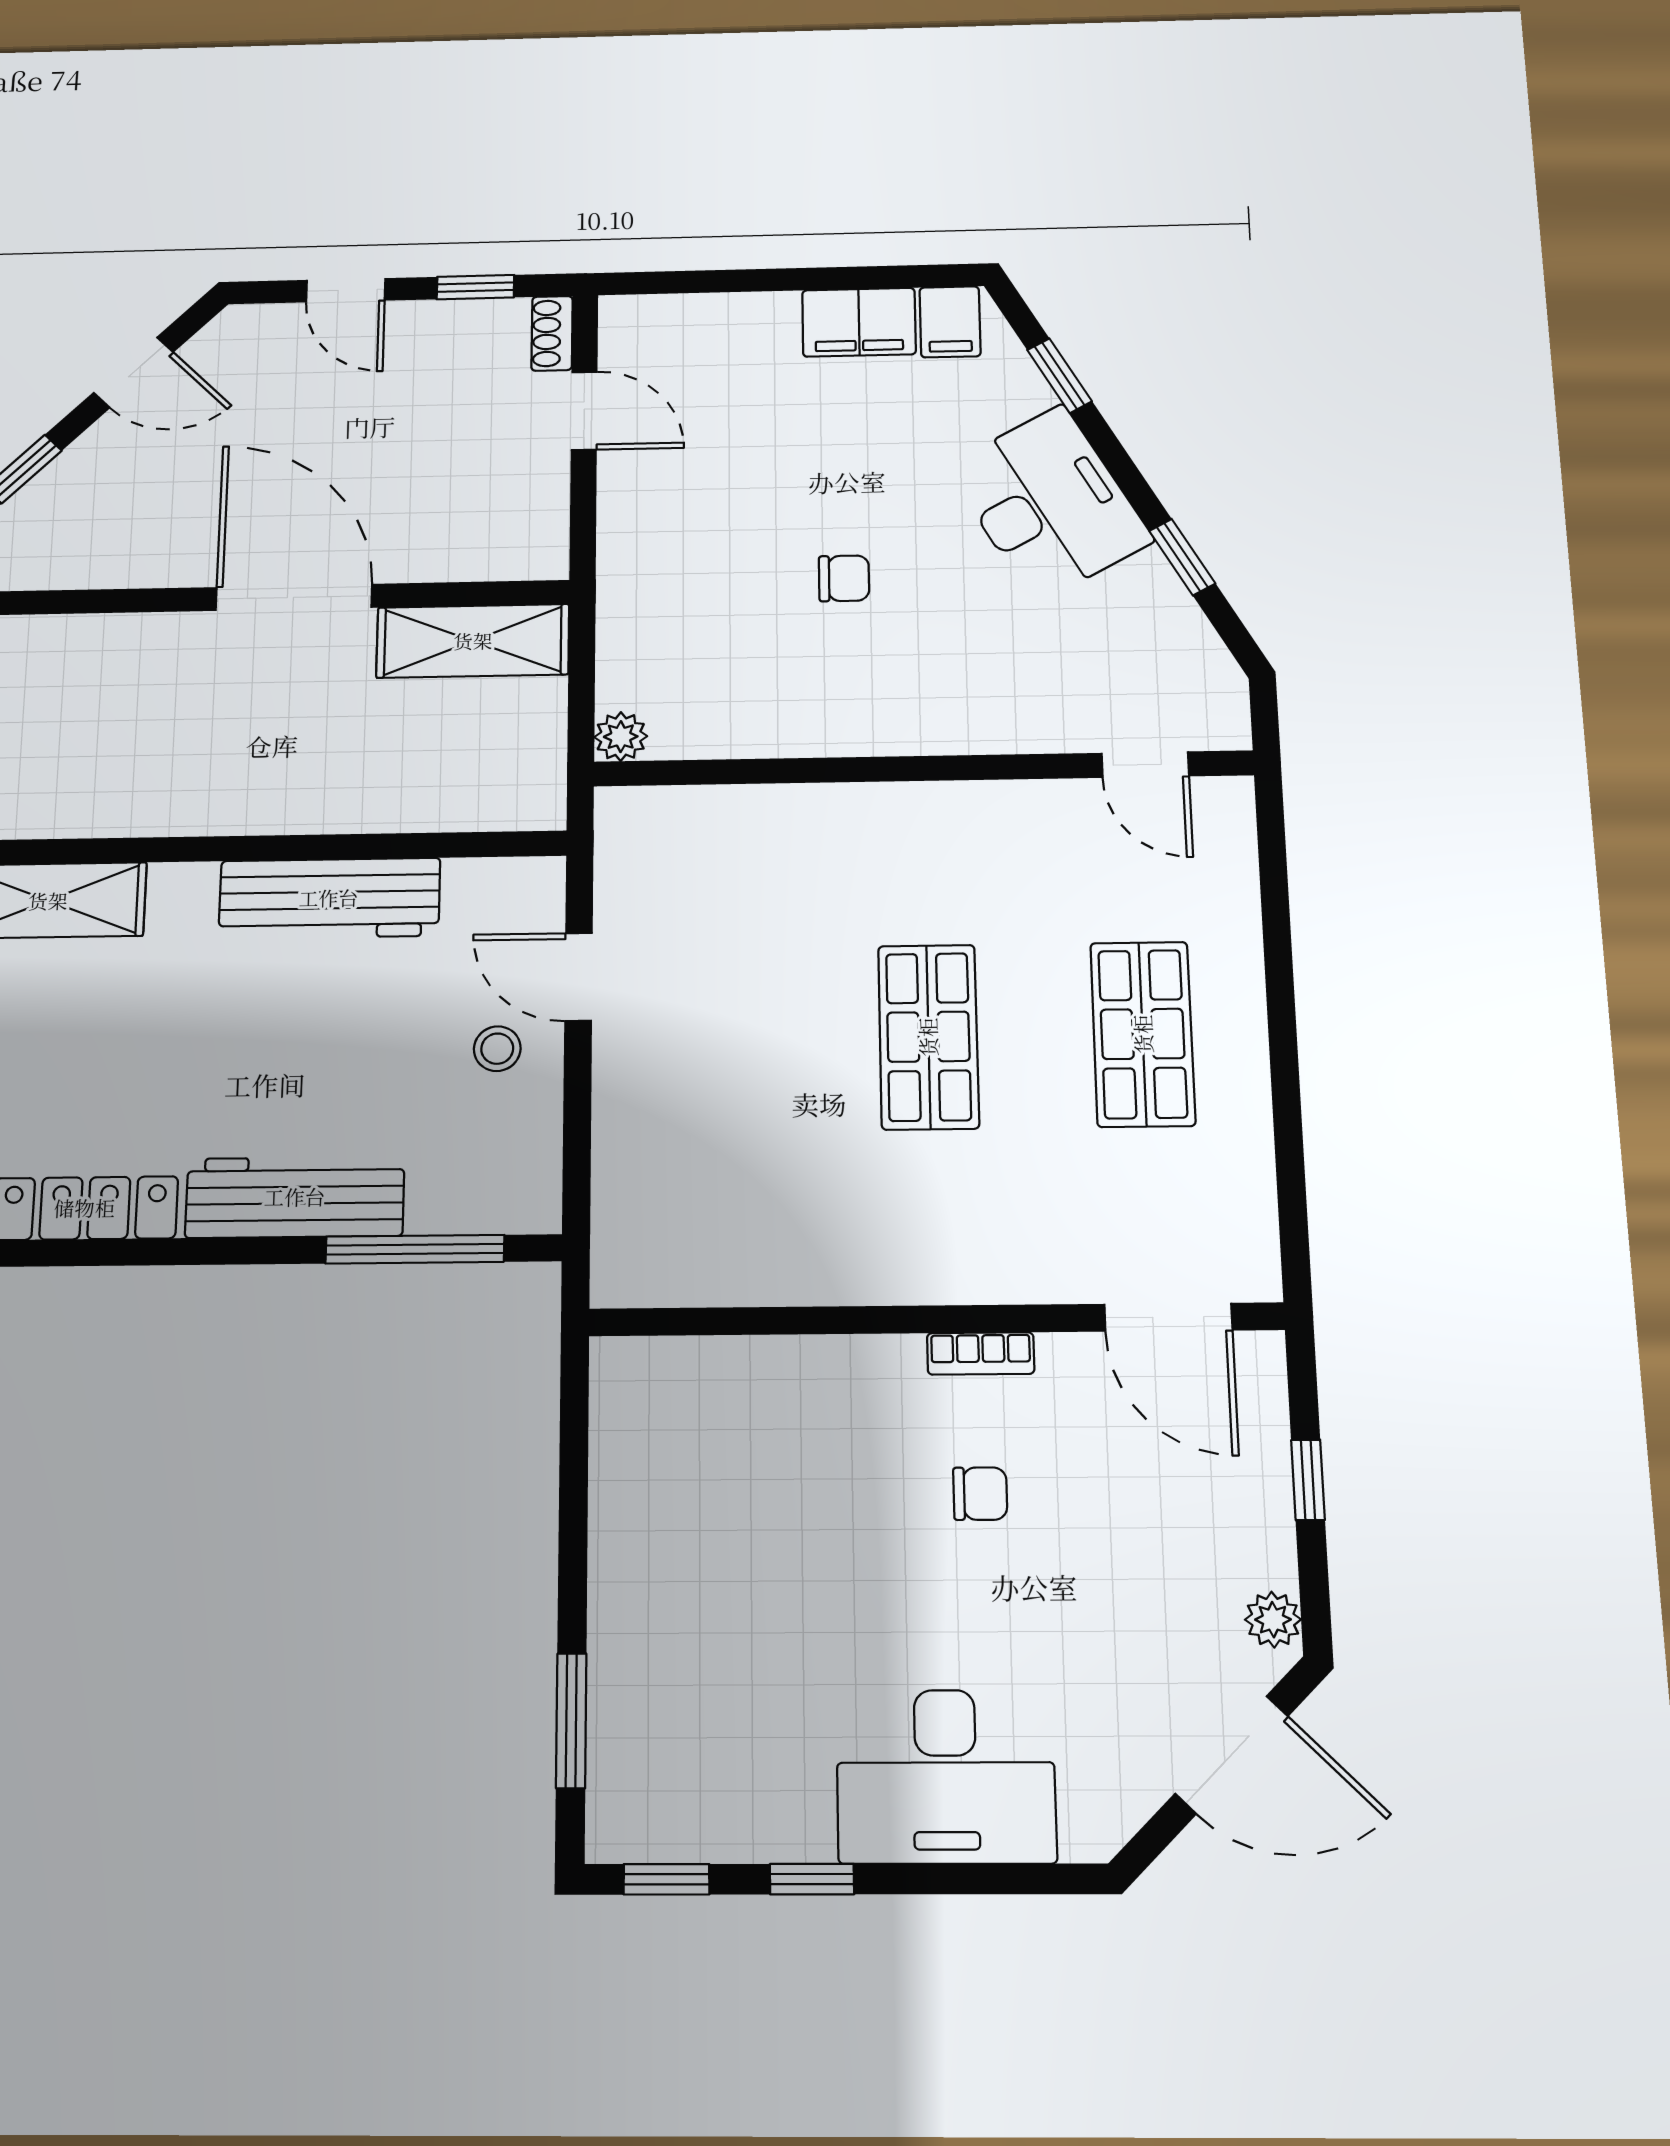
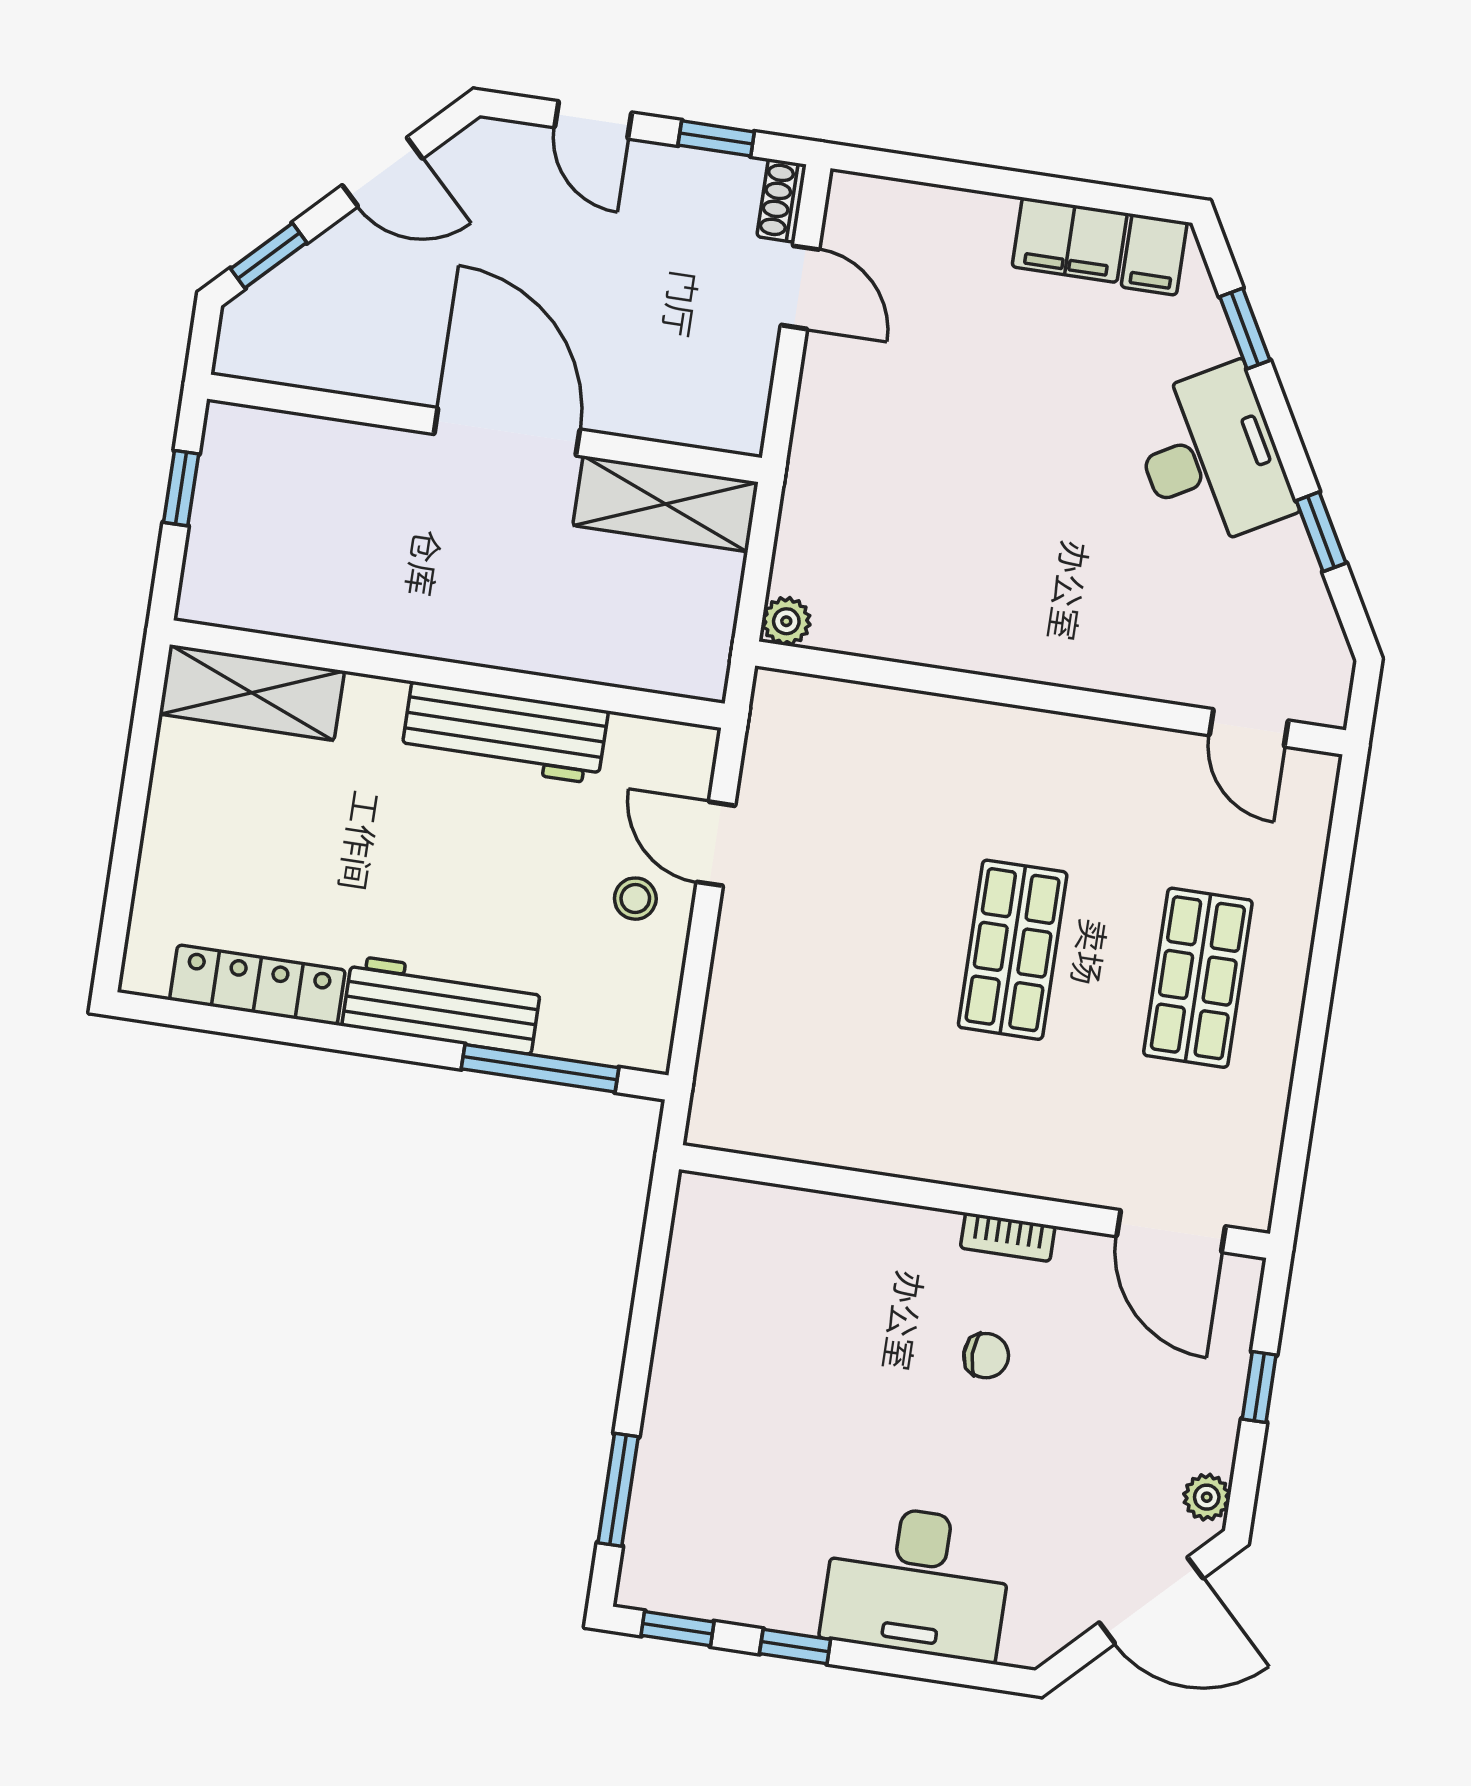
chair: (844, 578) -> (1012, 500), removed

